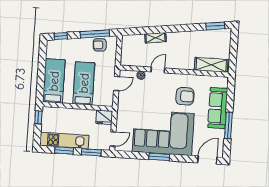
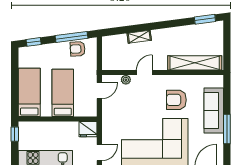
shelving: (211, 65) -> (195, 63), width x1.47
armchair: (185, 96) -> (176, 100), turned 180

